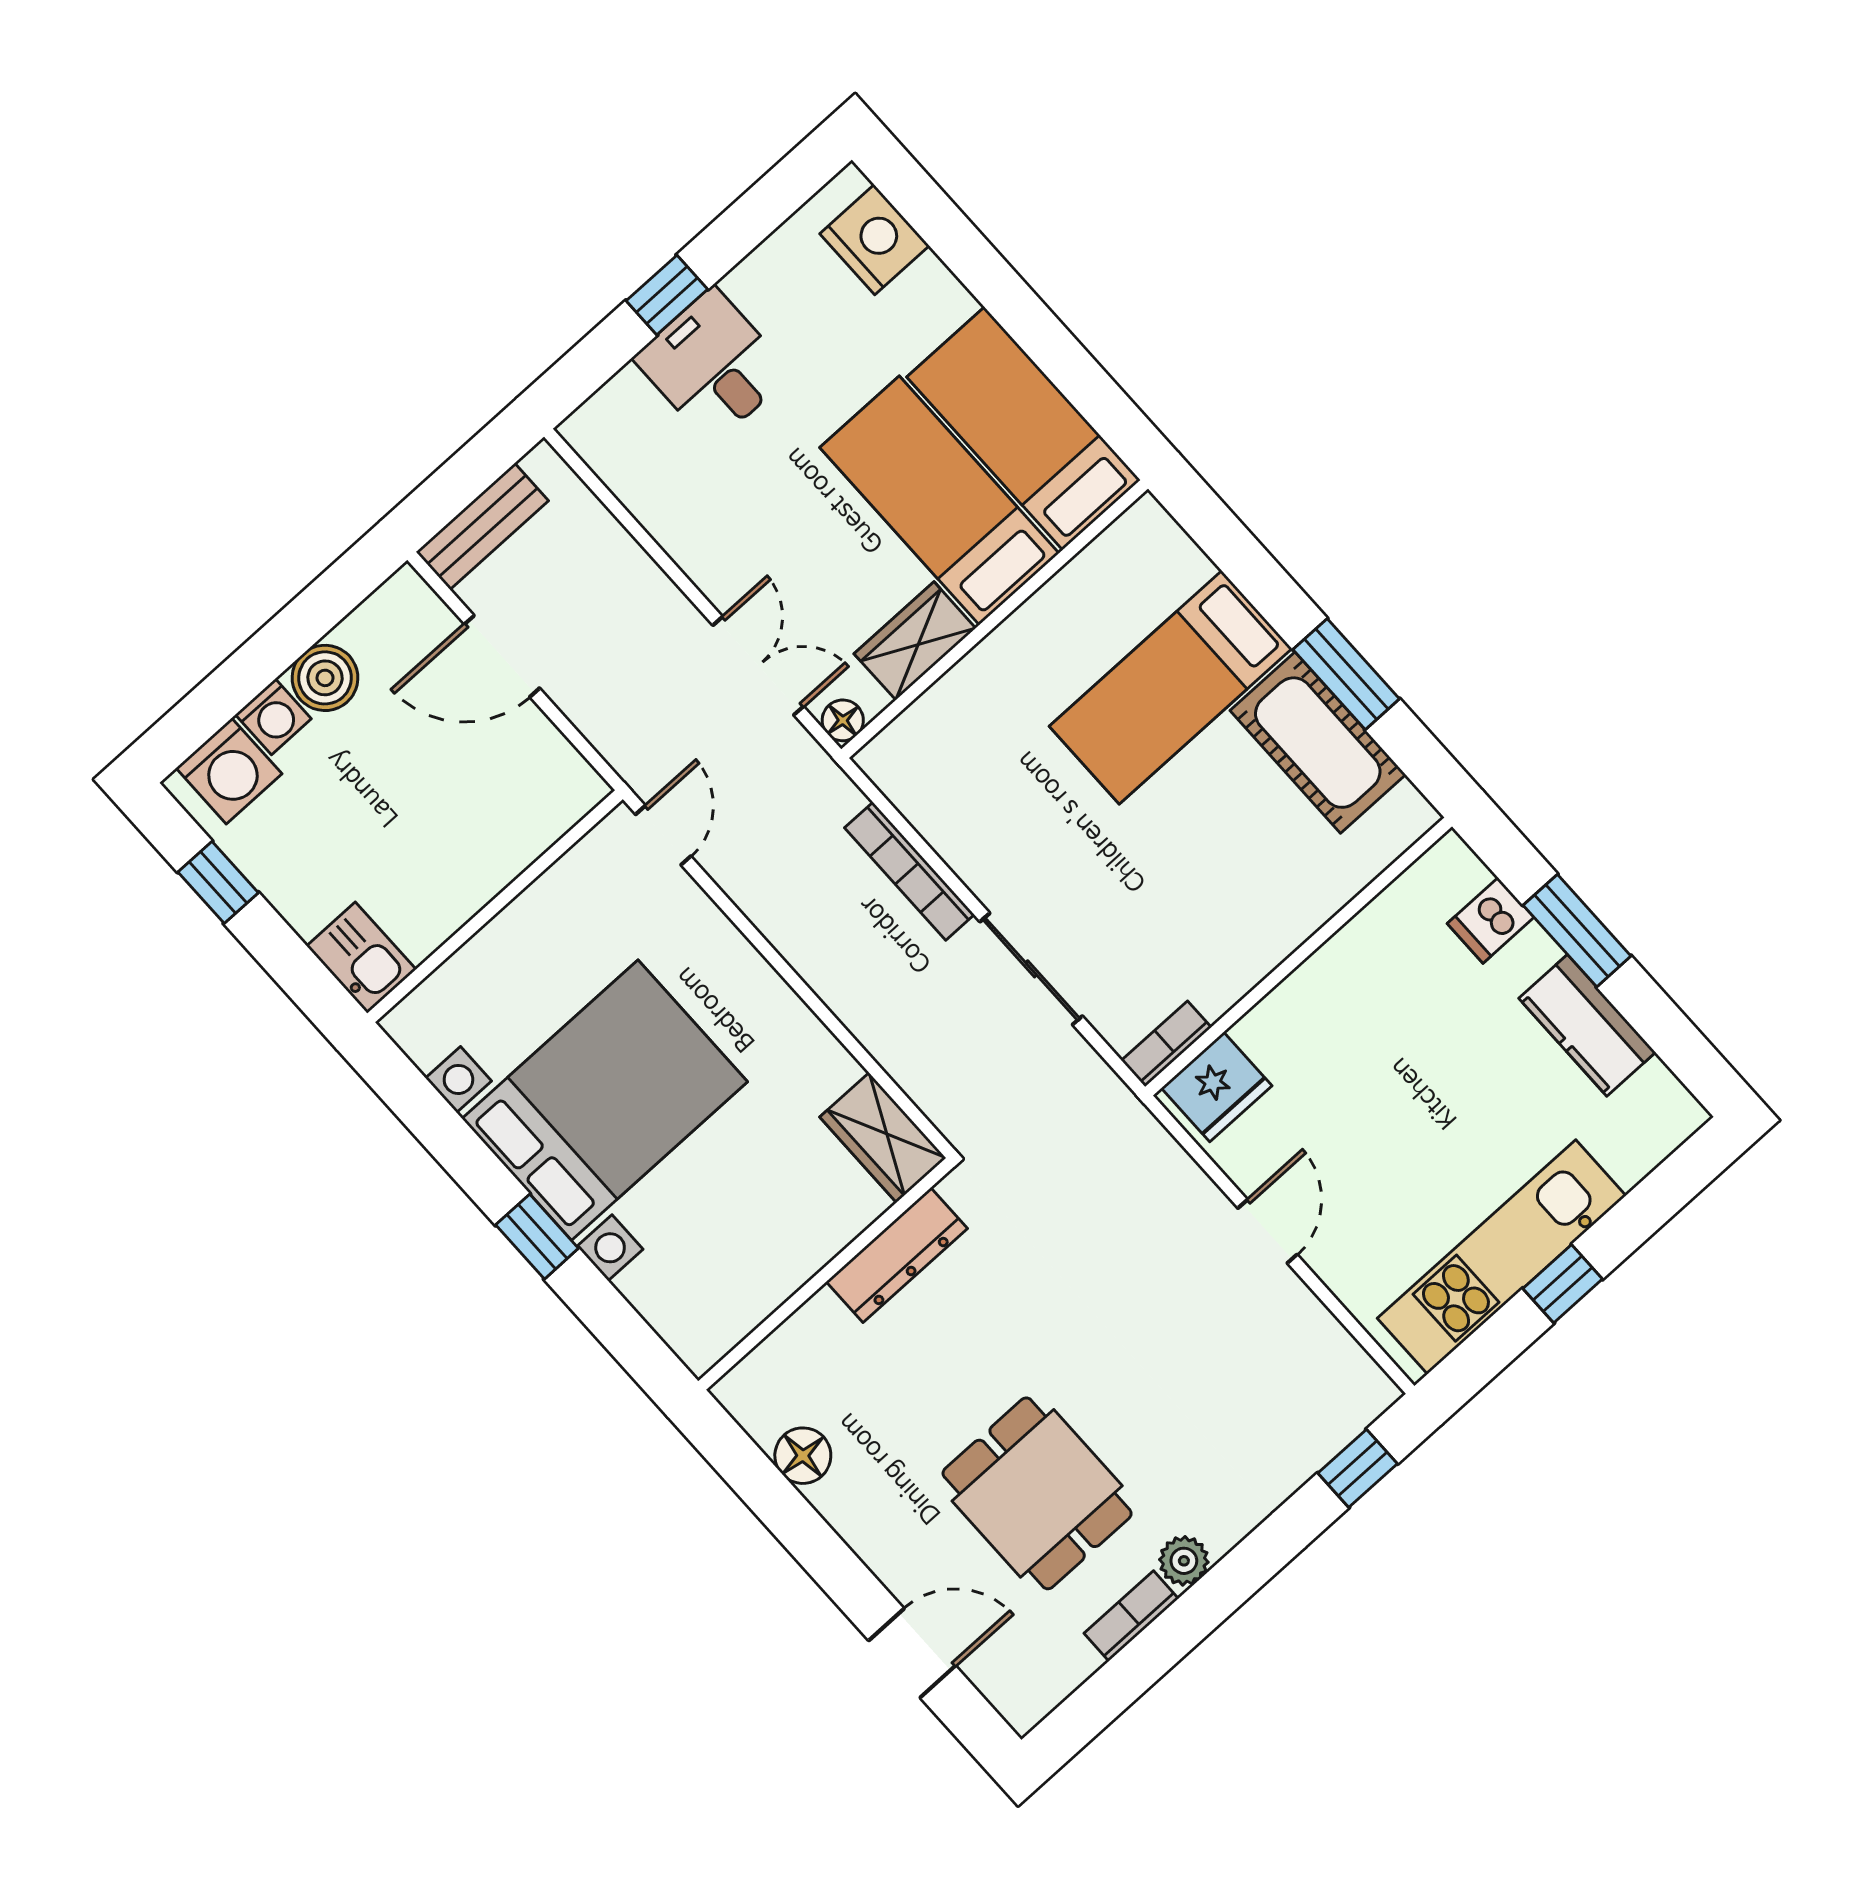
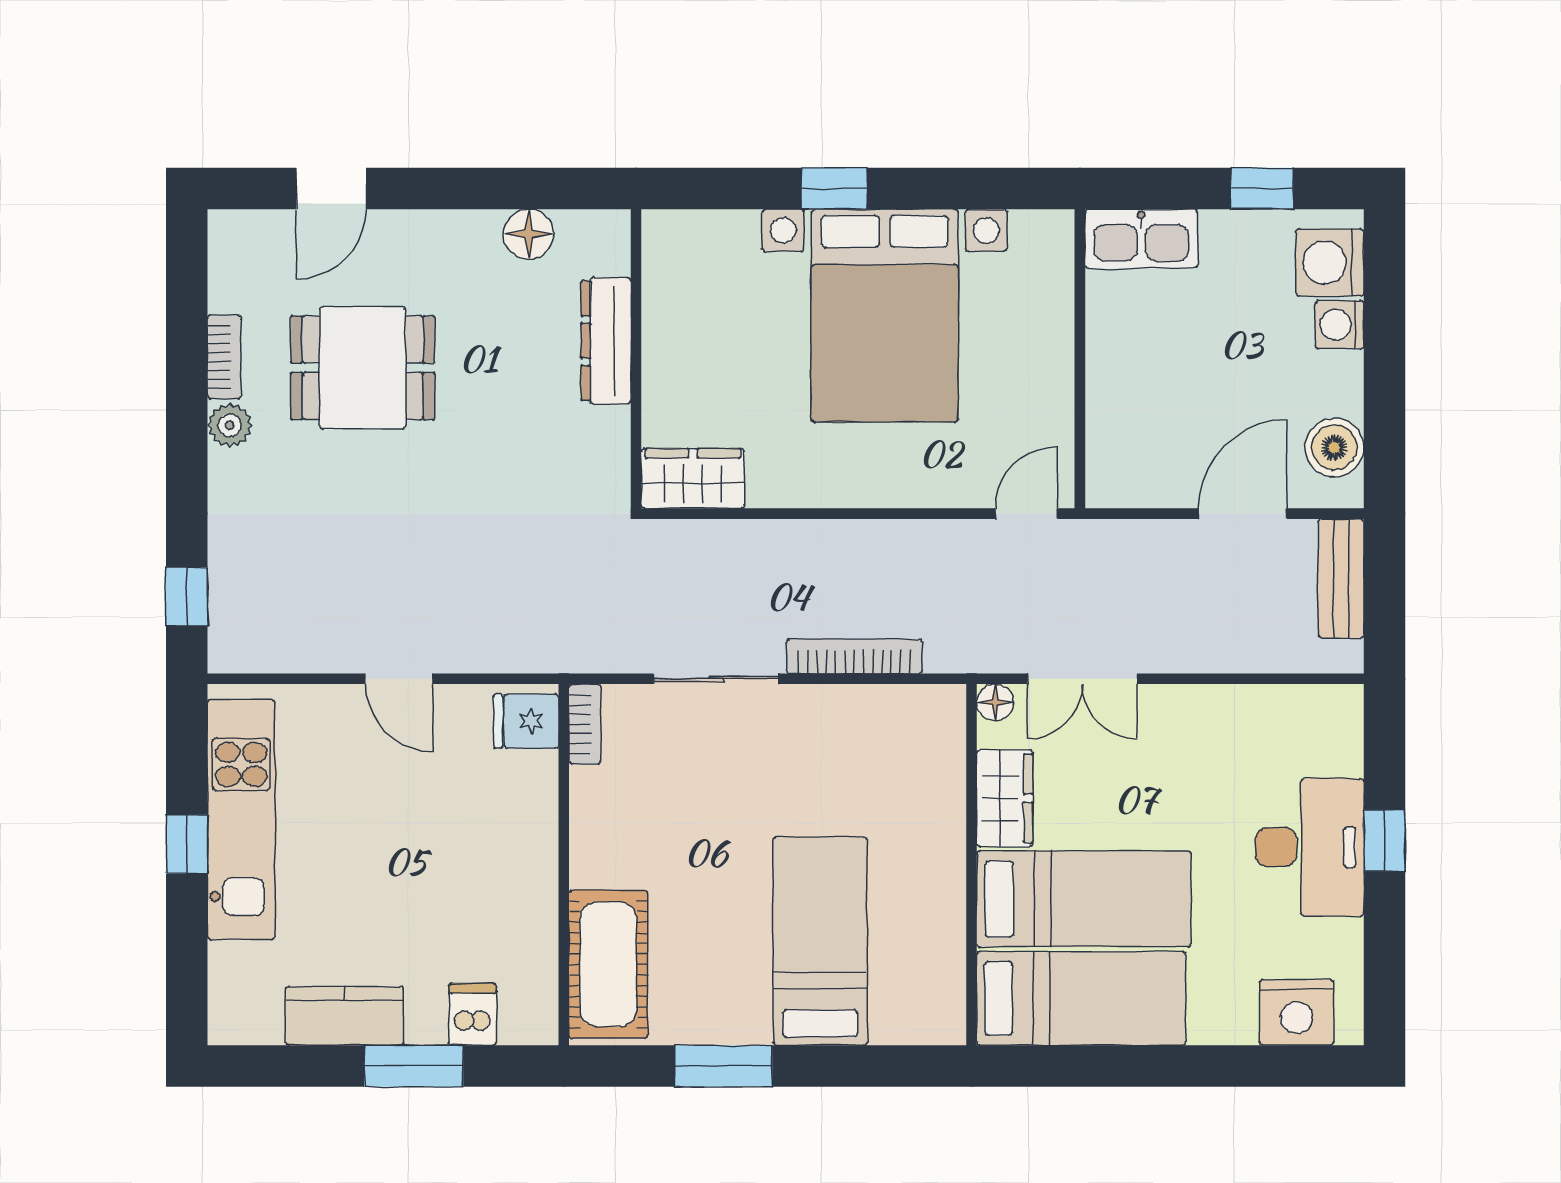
desk: (713, 366) -> (1310, 847), width x1.37
boiler: (325, 678) -> (1334, 447), moved
cot: (1318, 743) -> (608, 964), moved, turned 90
door: (663, 835) -> (1026, 514), swing flipped
kitchen sink: (361, 958) -> (1141, 239), width x1.38
fridge: (1217, 1087) -> (526, 721), width x0.72
dresser: (897, 1255) -> (606, 341), moved

